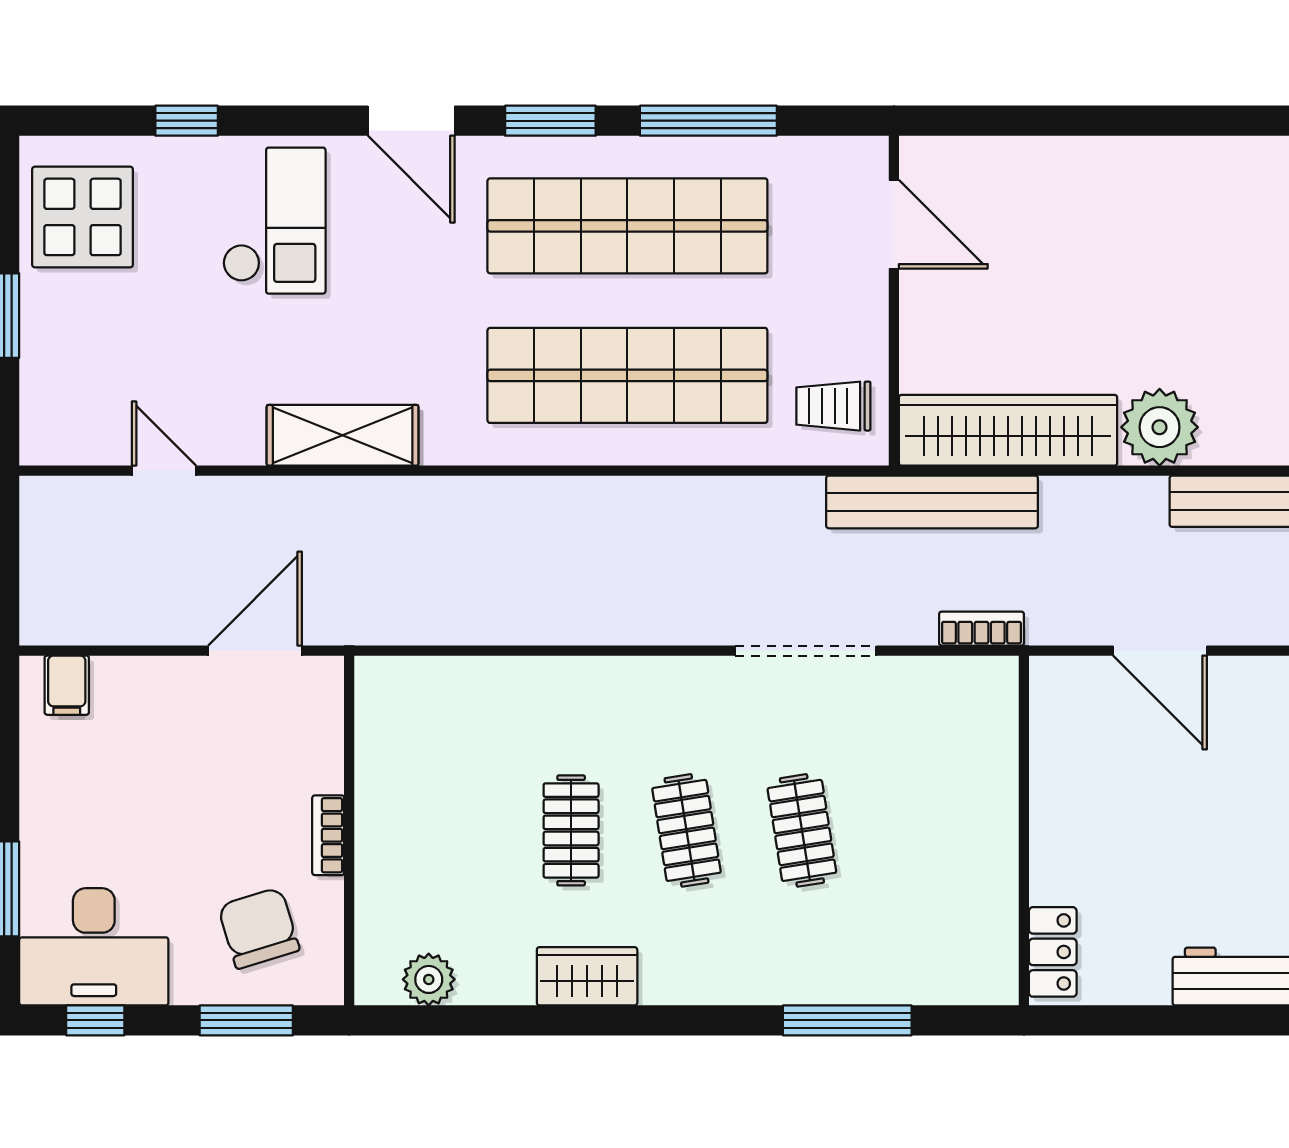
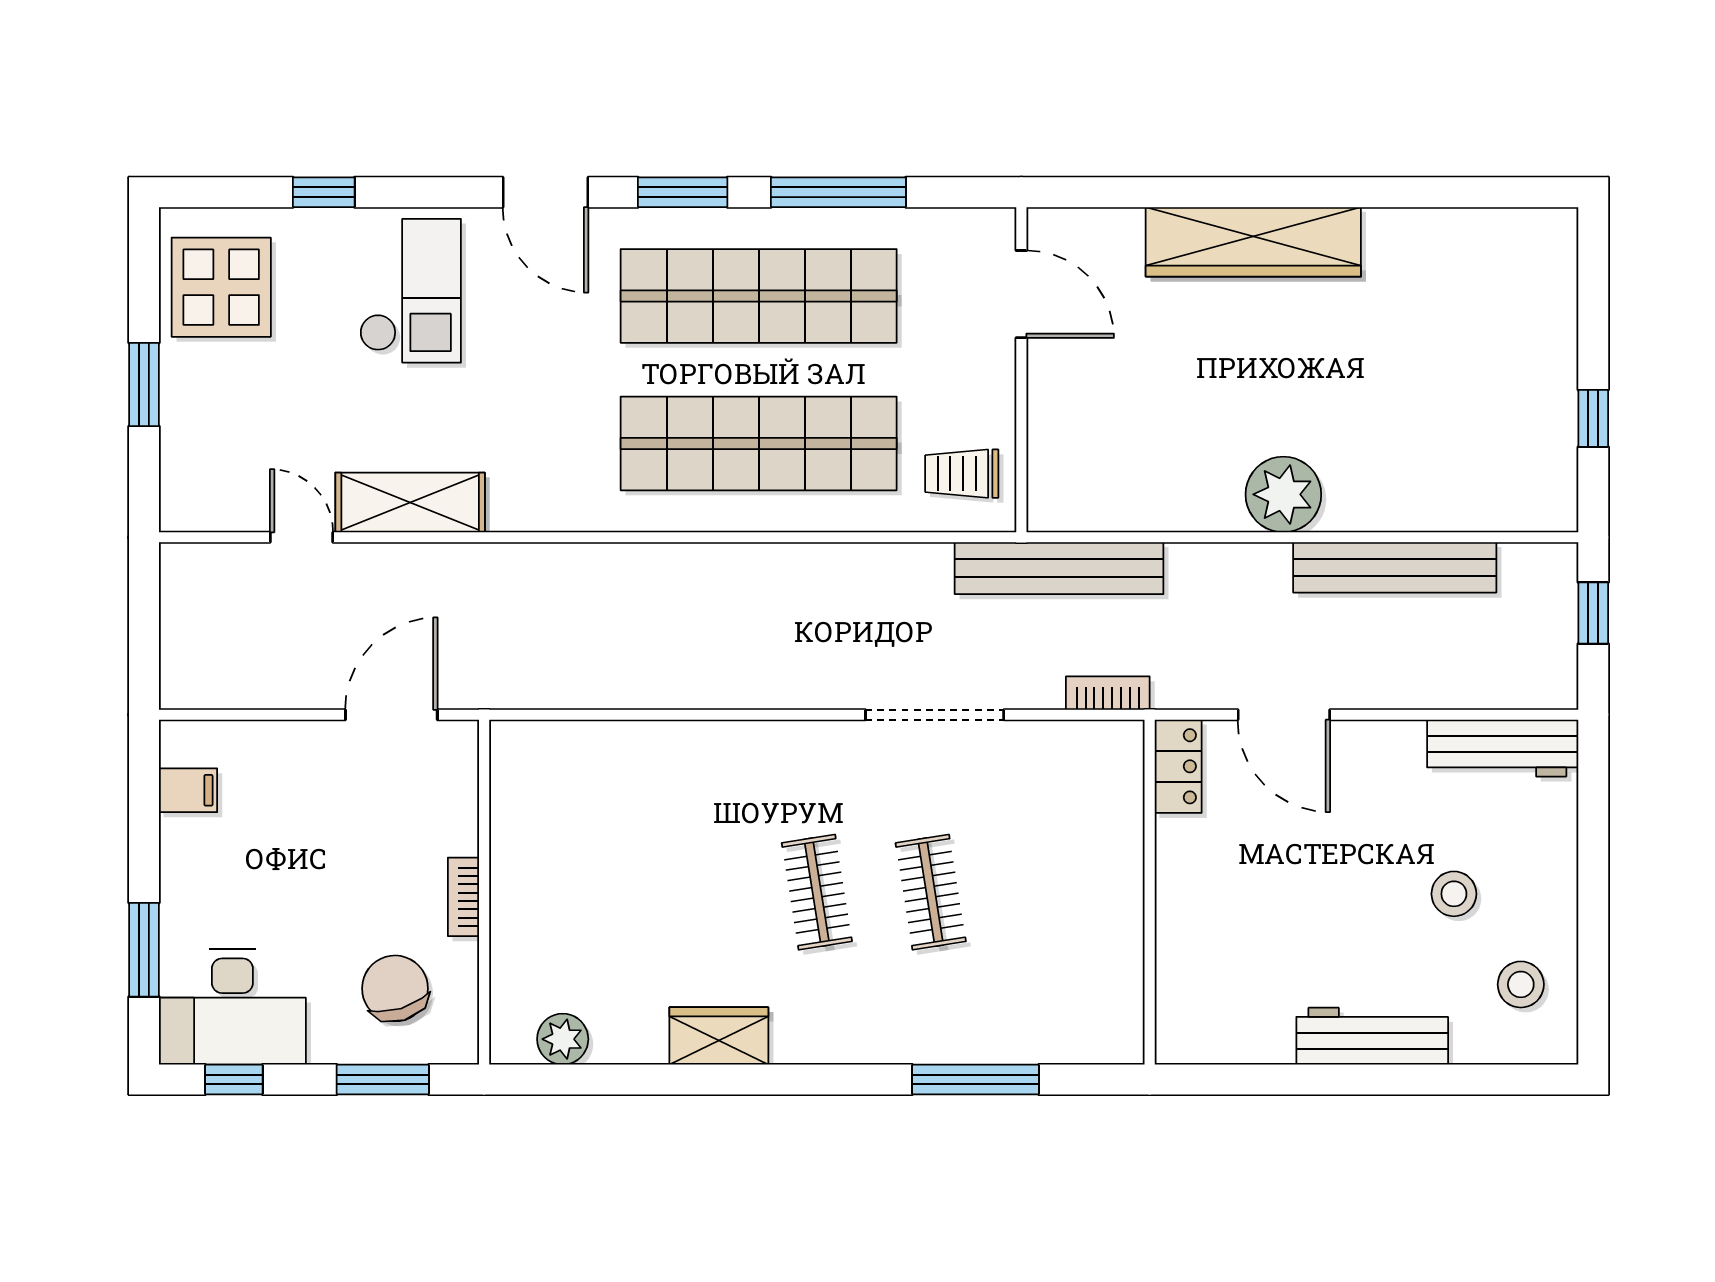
wardrobe: (1008, 430) -> (1253, 242), moved, turned 180
shelving: (343, 435) -> (410, 502), moved
filing cabinet: (67, 685) -> (188, 790), moved, turned -90
clothes rail: (571, 830) -> (703, 892), removed
locker: (1053, 952) -> (1178, 766), moved

